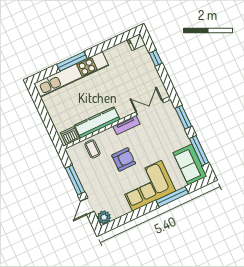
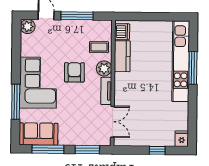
kitchen counter: (97, 123) -> (122, 56), width x0.67
plant: (108, 136) -> (104, 68), added
armchair: (124, 159) -> (74, 72), turned 180

